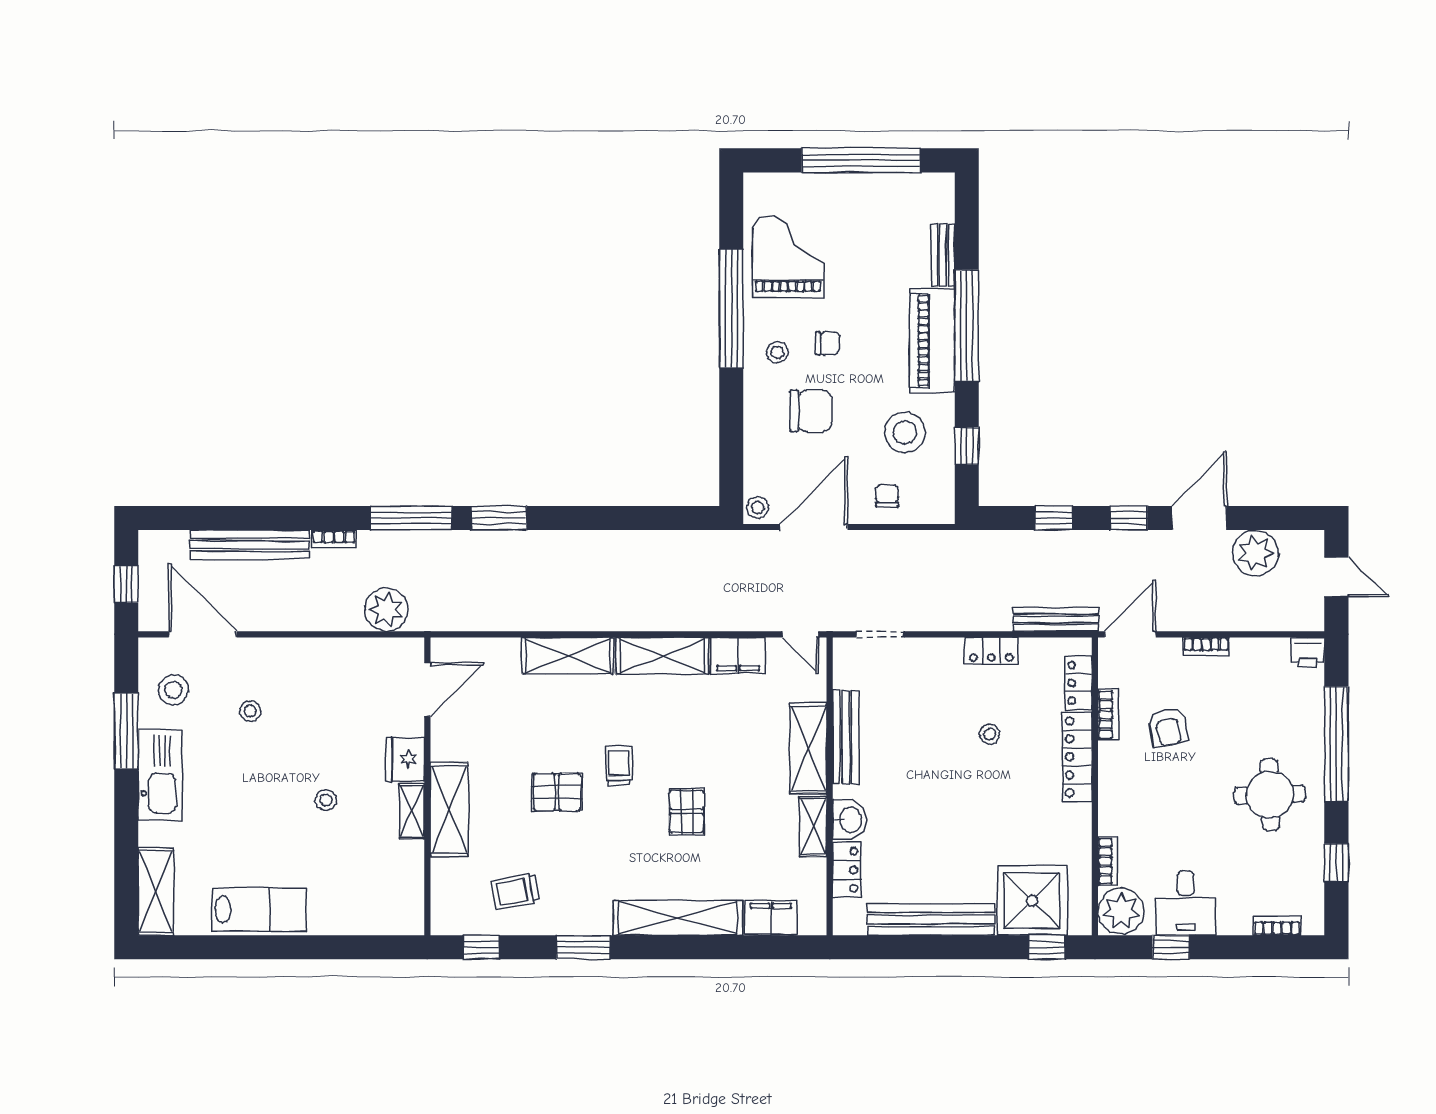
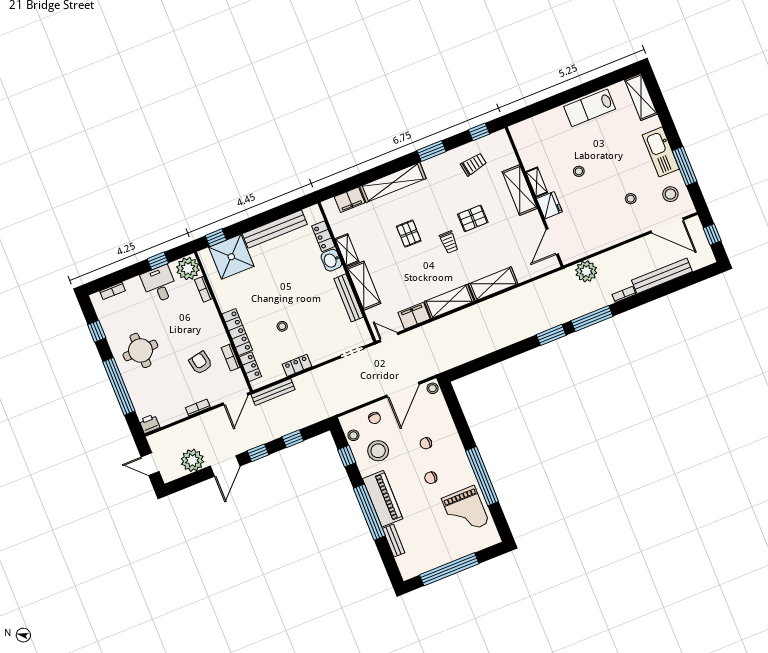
stool: (777, 352) -> (353, 435), moved
chair: (811, 411) -> (426, 443), width x0.54, depth x0.54

